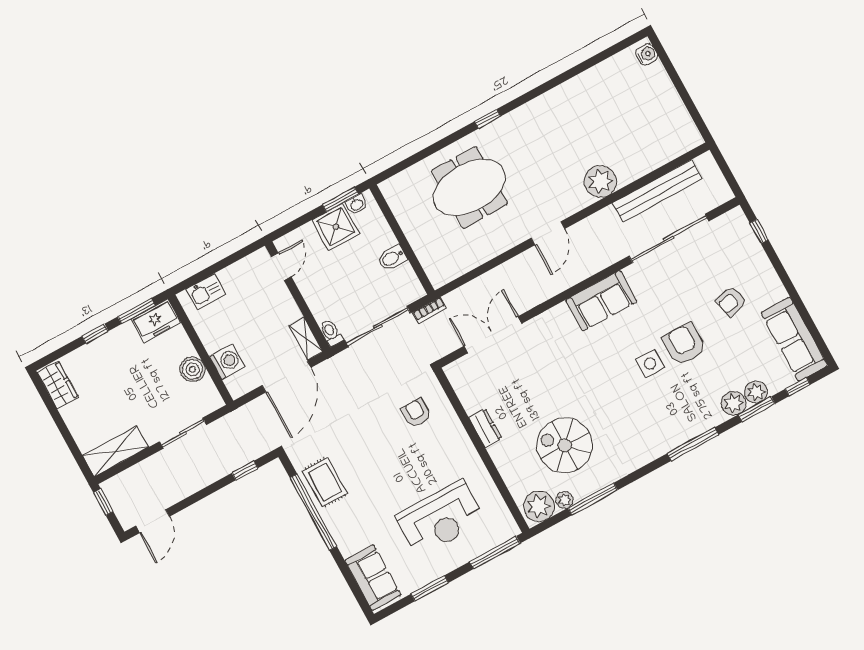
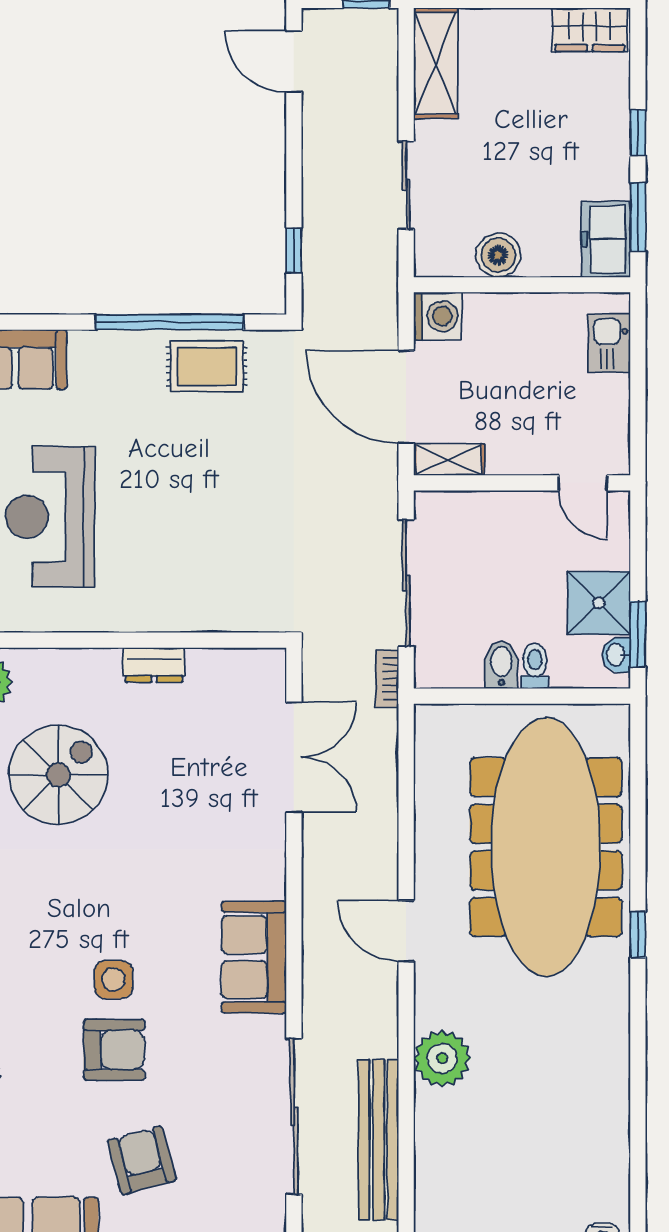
meeting table: (469, 187) -> (546, 847), width x1.86, depth x1.27
armchair: (731, 301) -> (142, 1160), width x1.38, depth x1.38
toilet: (331, 333) -> (535, 666), moved, turned -90
washing machine: (227, 361) -> (437, 316), moved, turned -90
armchair: (416, 413) -> (237, 569), removed

